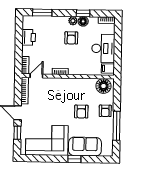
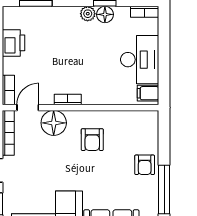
armchair: (71, 38) -> (85, 43), removed
floor lamp: (103, 86) -> (54, 123), moved
armchair: (81, 112) -> (92, 140), moved

